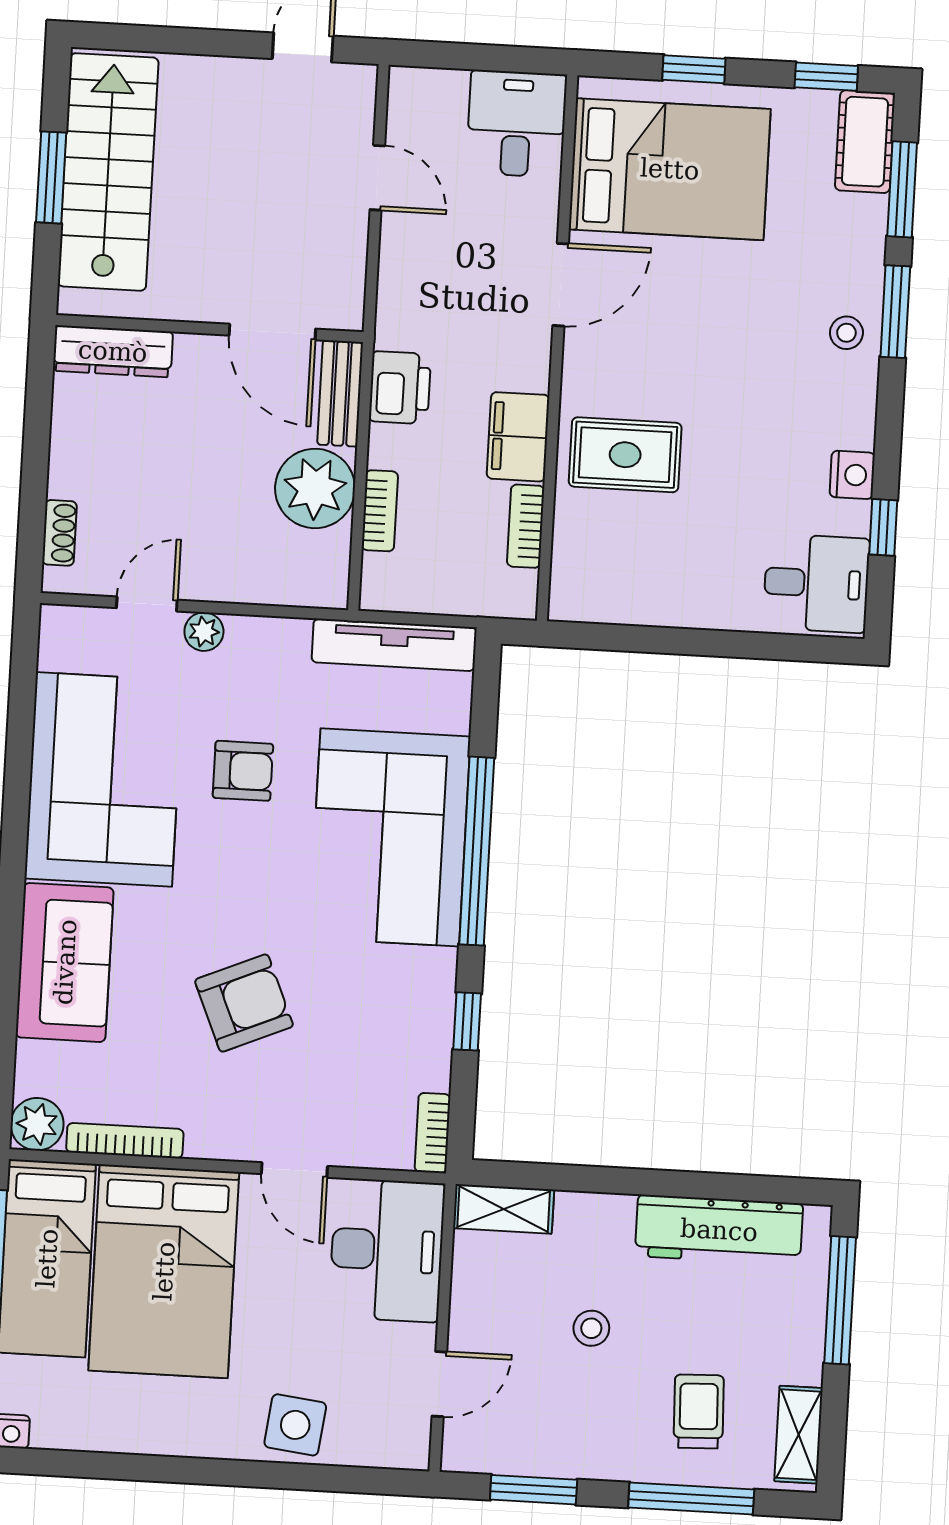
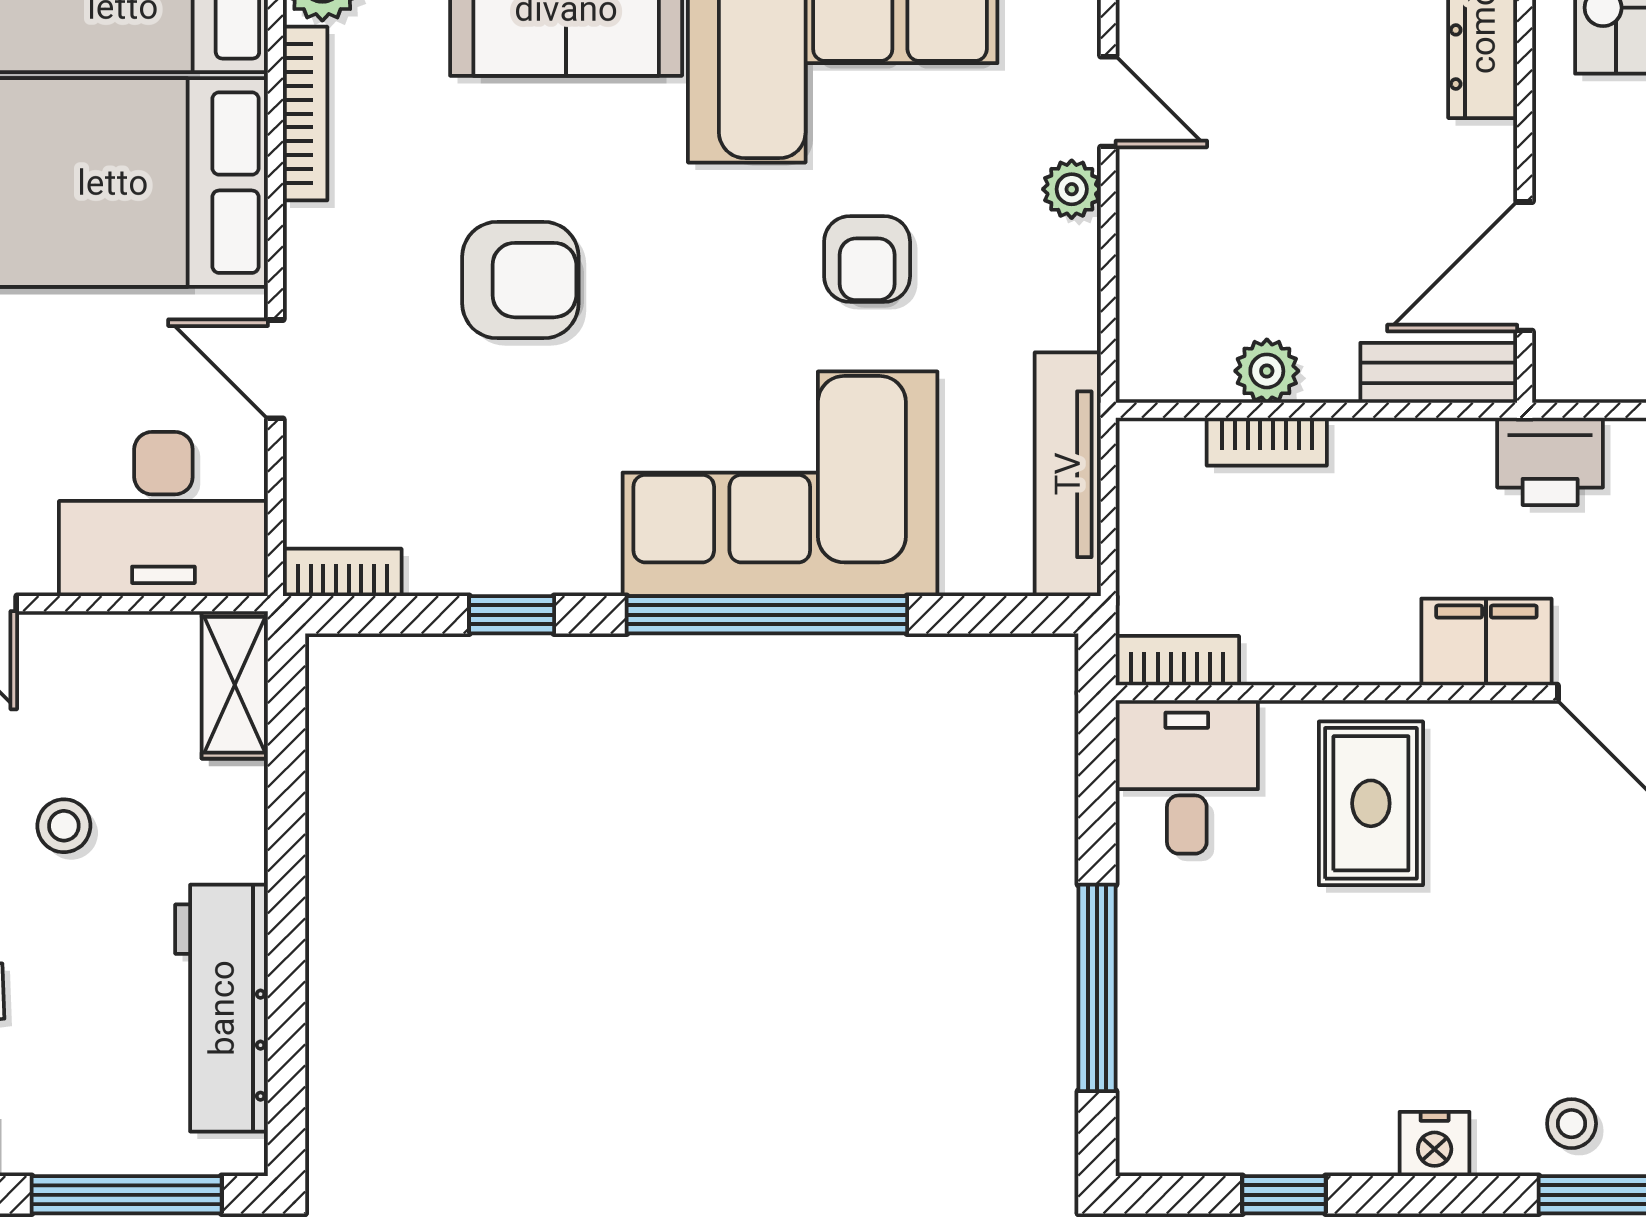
printer: (400, 388) -> (1550, 461), moved
filing cabinet: (518, 437) -> (1486, 642), moved
nightstand: (852, 475) -> (1435, 1144), moved
plant: (315, 488) -> (1267, 371), width x0.53, depth x0.53
bookcase: (526, 526) -> (1177, 661), moved
desk: (816, 583) -> (1187, 777), moved, turned 180
window: (738, 644) -> (1097, 988), added
armchair: (244, 1003) -> (520, 280), turned -67
door: (294, 1170) -> (275, 369), hinge flipped

